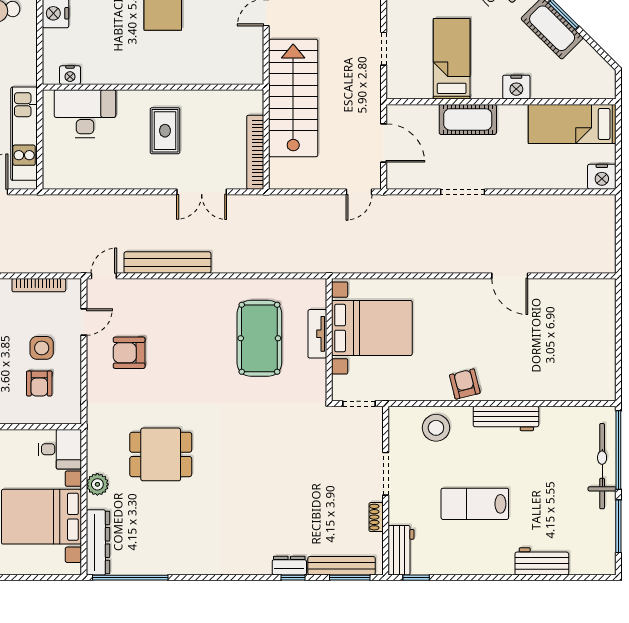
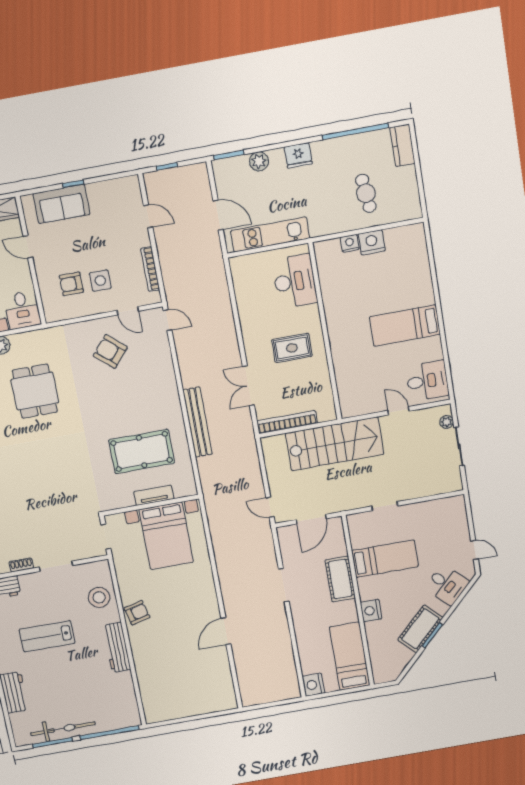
nightstand: (70, 75) -> (350, 243), moved, turned 90
bench: (167, 262) -> (198, 422), moved
armchair: (129, 353) -> (110, 352), turned -49
bicycle: (602, 466) -> (63, 729), moved
lab bench: (475, 504) -> (47, 636), turned -90

